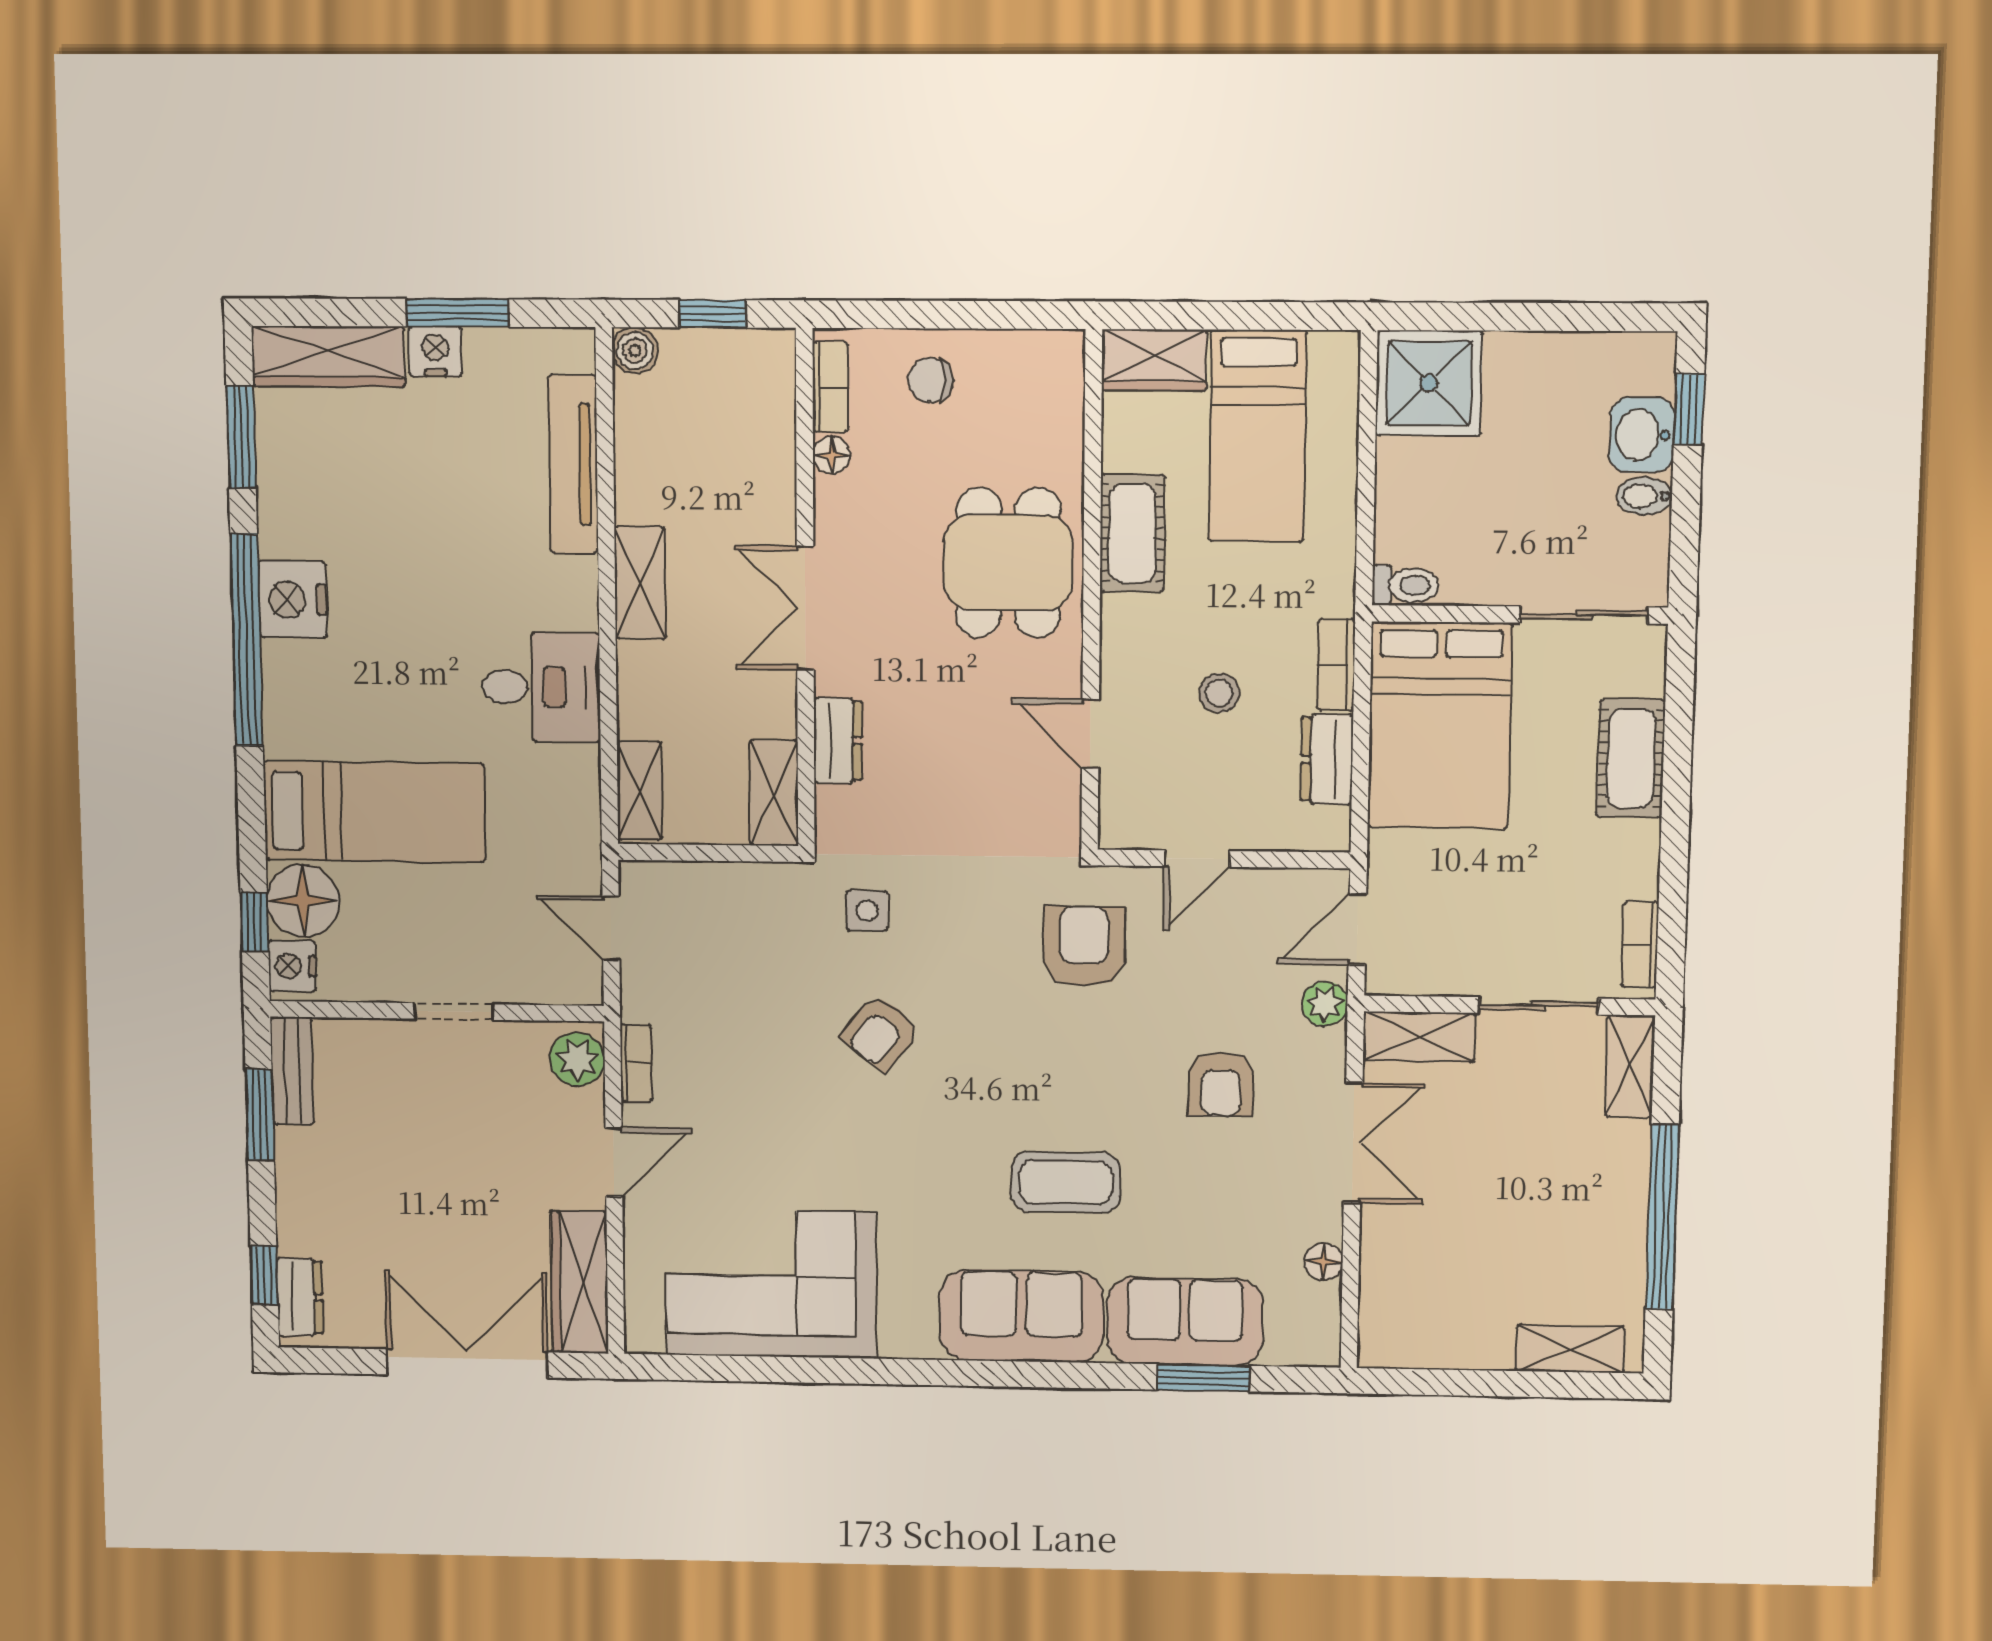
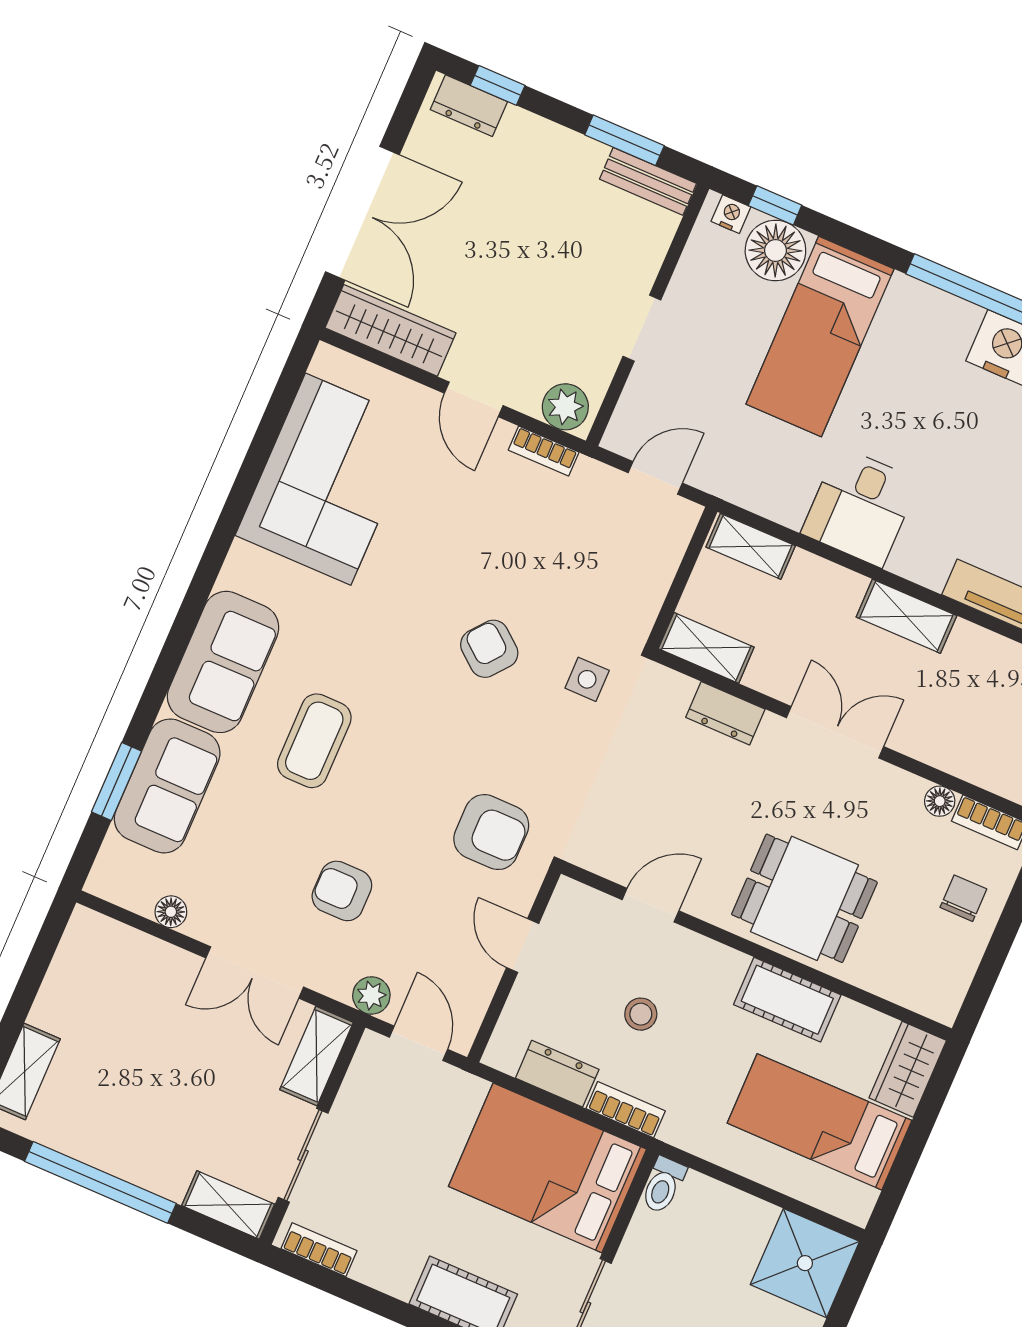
nightstand: (292, 966) -> (731, 214), width x0.72, depth x0.74

